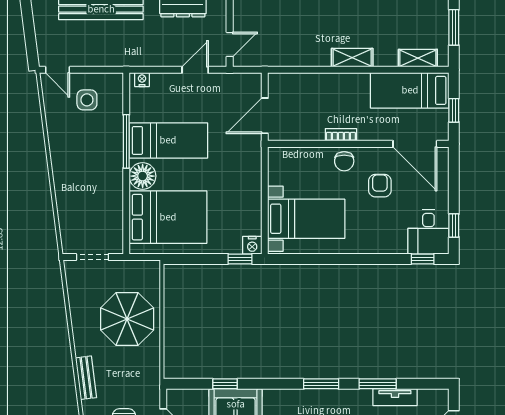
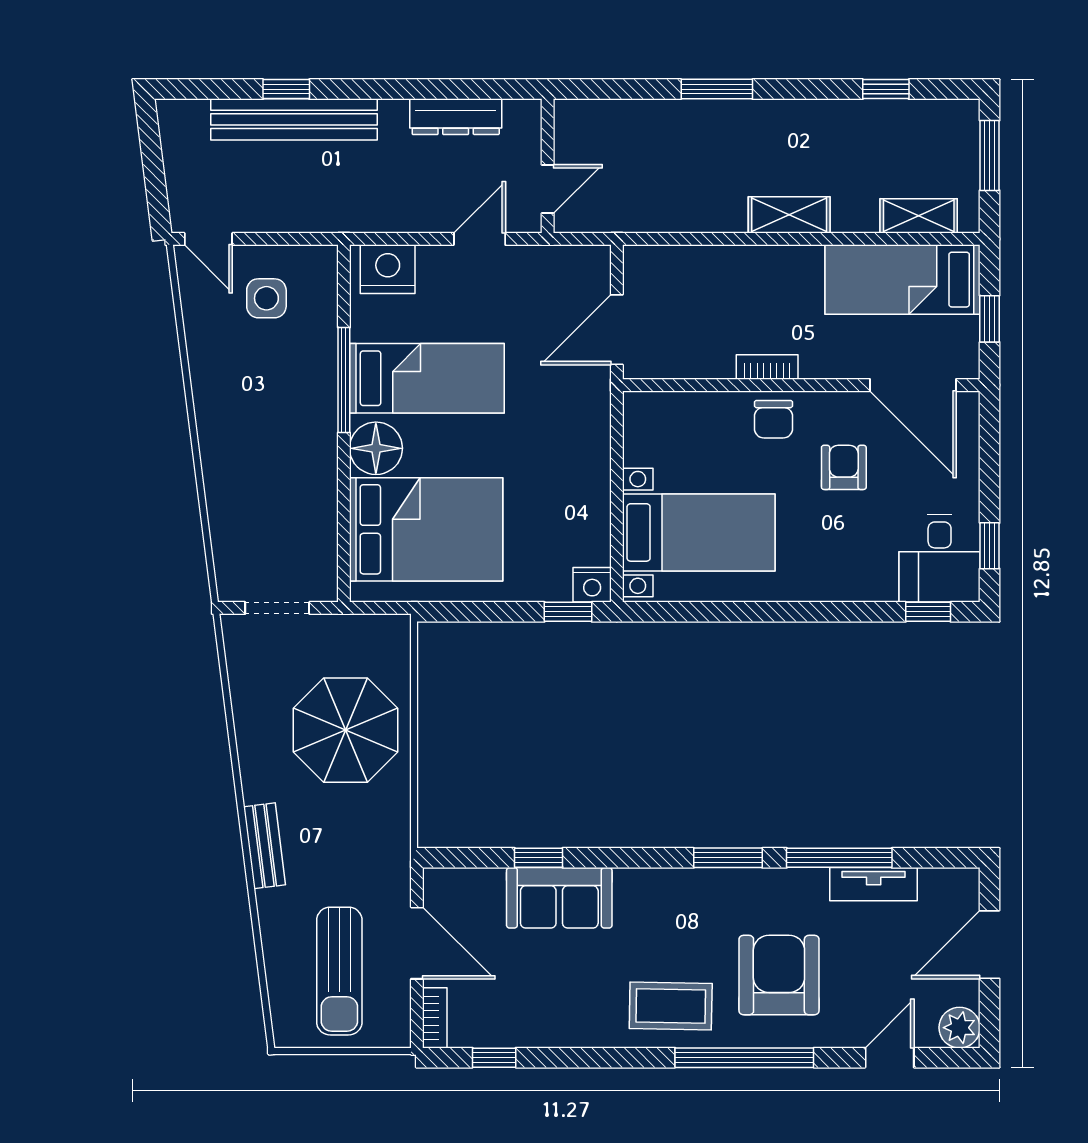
nightstand: (142, 80) -> (388, 269), width x1.89, depth x1.79
window: (378, 384) -> (839, 858), width x1.44

